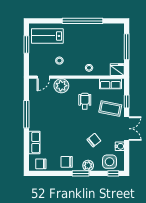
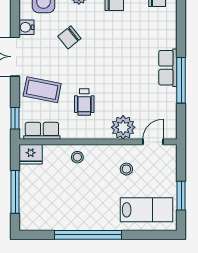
window: (127, 101) -> (15, 118), moved
row of seats: (34, 142) -> (168, 68), moved

